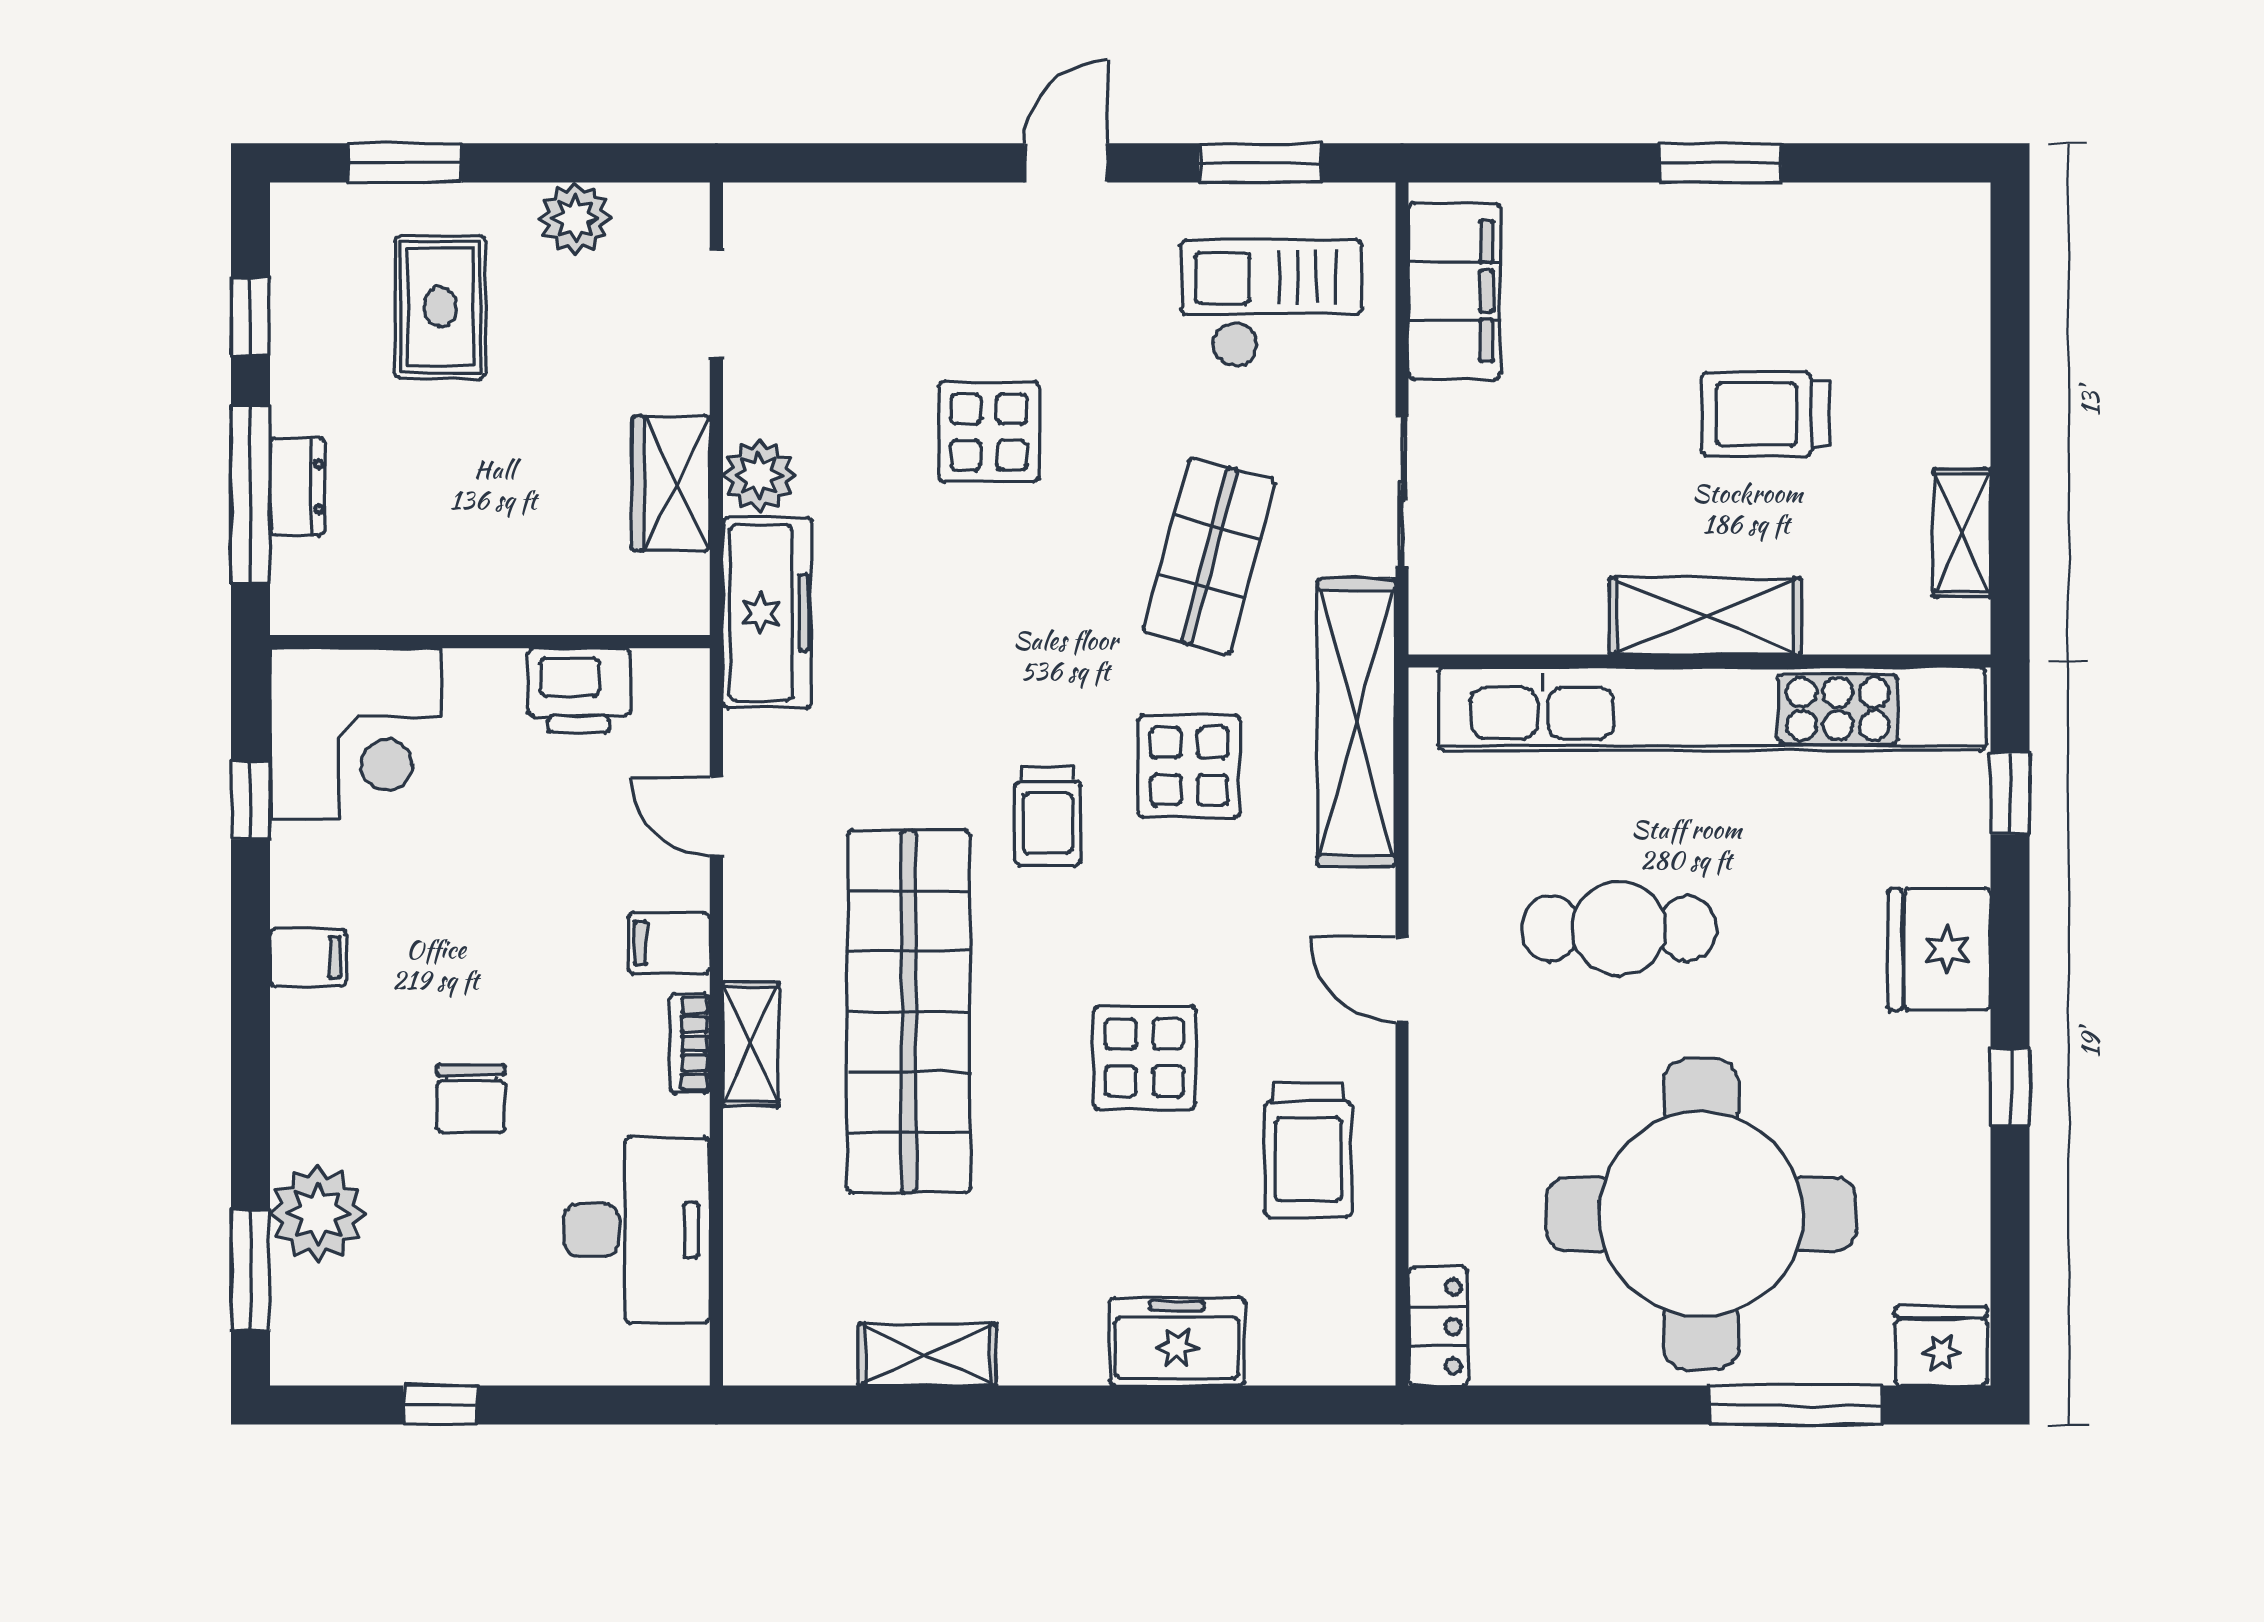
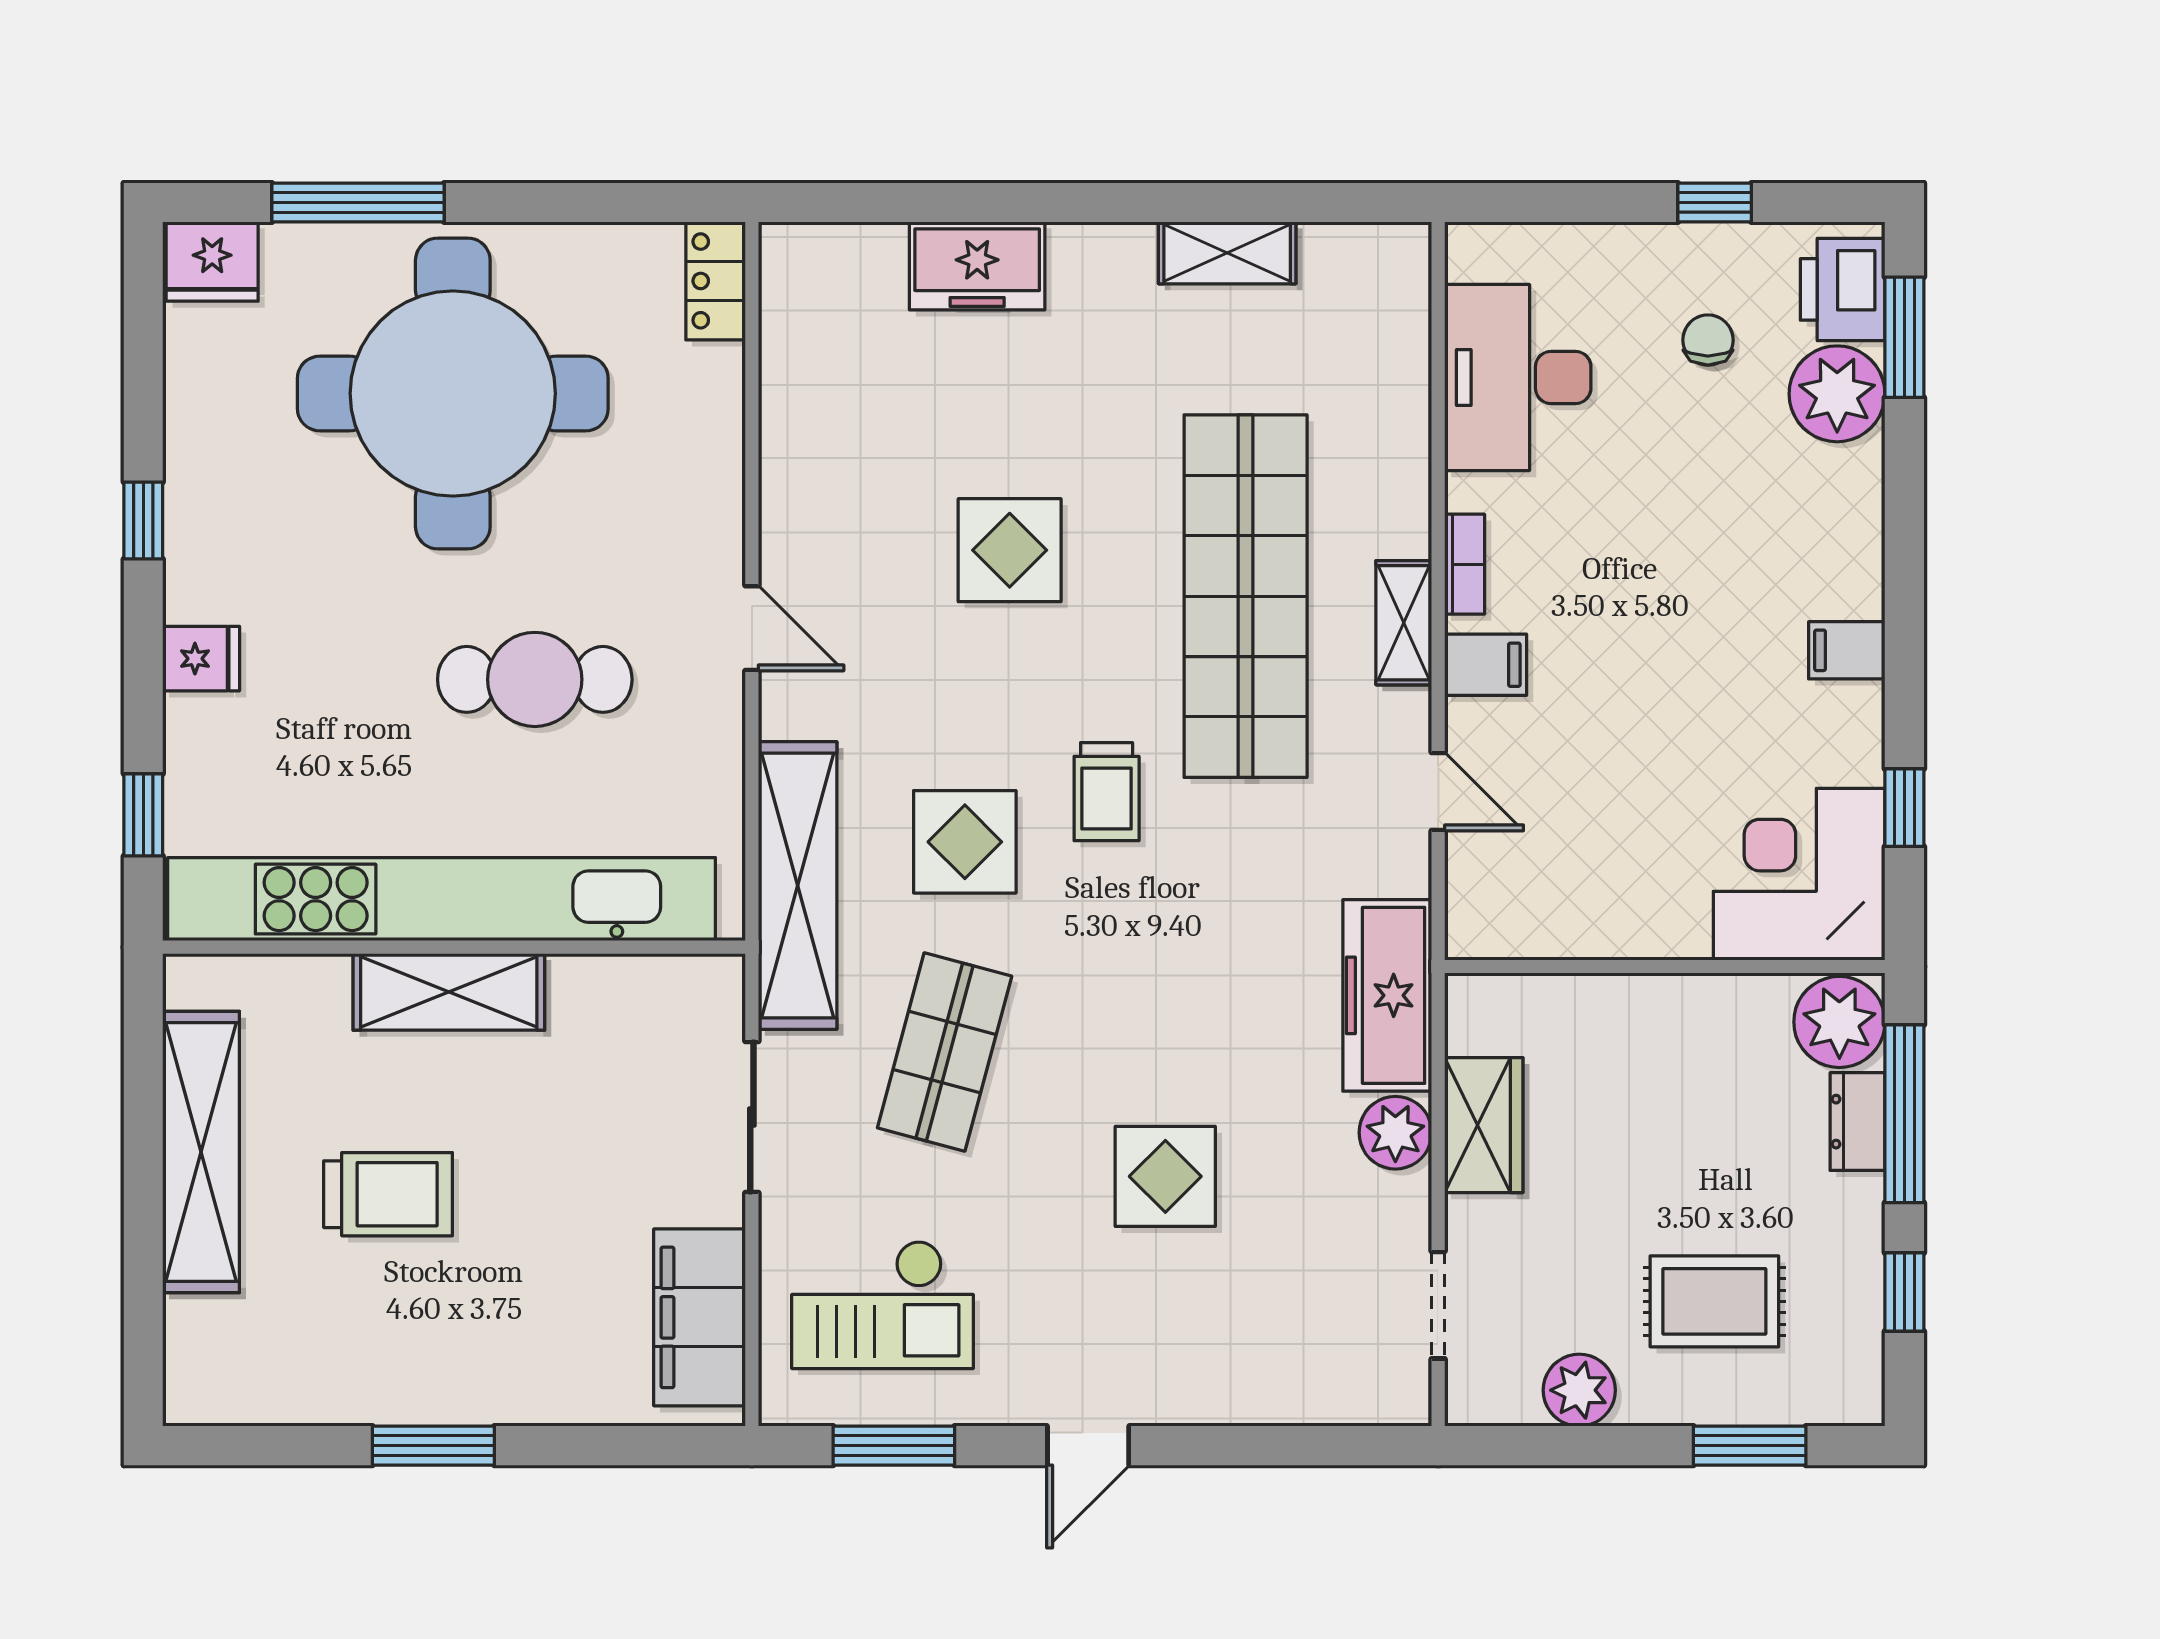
rug: (440, 307) -> (1714, 1301), turned 90
shelving: (1962, 533) -> (201, 1152), width x2.20, depth x1.33
plant: (316, 586) -> (1839, 1022), added
printer: (579, 690) -> (1843, 289), moved, turned -90
trolley: (1048, 816) -> (1107, 792), turned 180
fridge: (1939, 949) -> (201, 659), width x0.53, depth x0.75
shelving: (751, 1044) -> (1404, 623), moved
chair: (471, 1099) -> (1708, 340), moved, width x0.73, depth x0.73
trolley: (1308, 1150) -> (846, 458), removed

